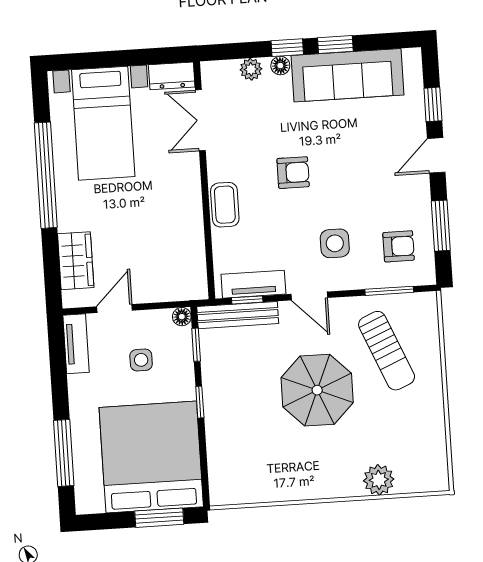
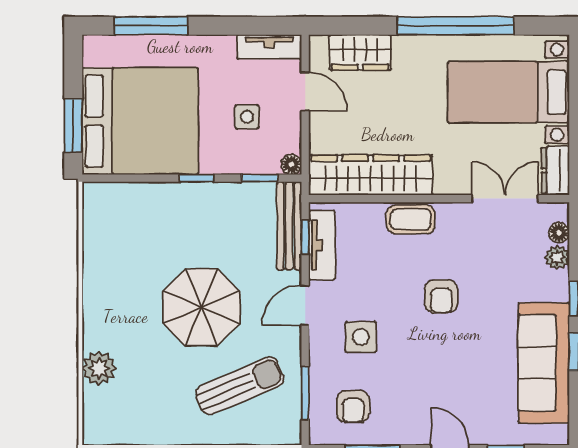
floor lamp: (280, 66) -> (559, 233), moved
wardrobe: (187, 244) -> (371, 175), added
sun lounger: (387, 351) -> (240, 386), turned 180

